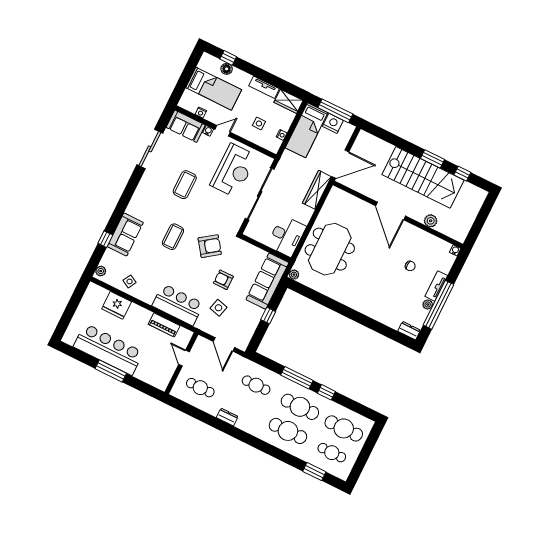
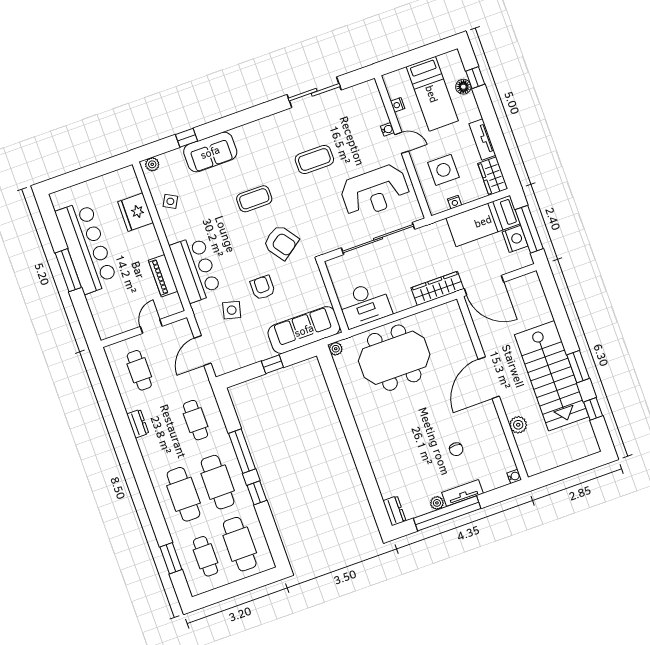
side table: (259, 124) -> (443, 170), width x1.87, depth x1.87
sofa: (186, 126) -> (370, 104), removed

